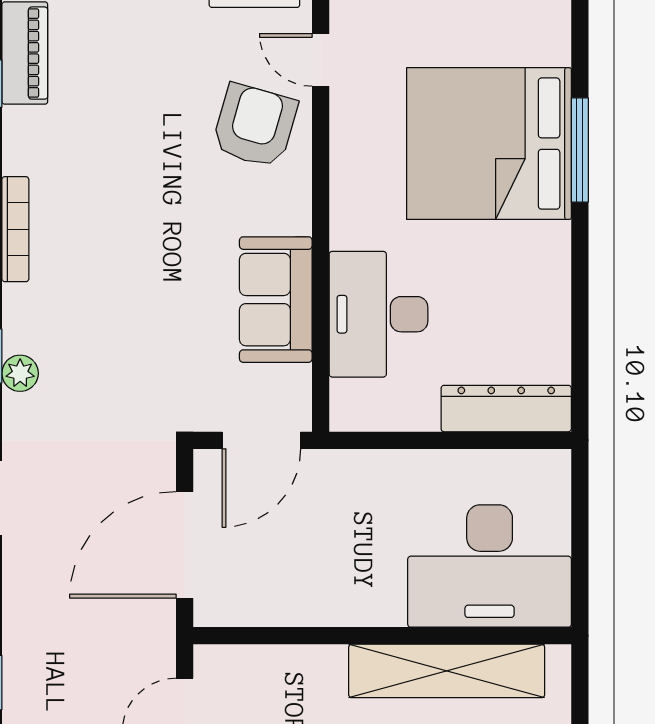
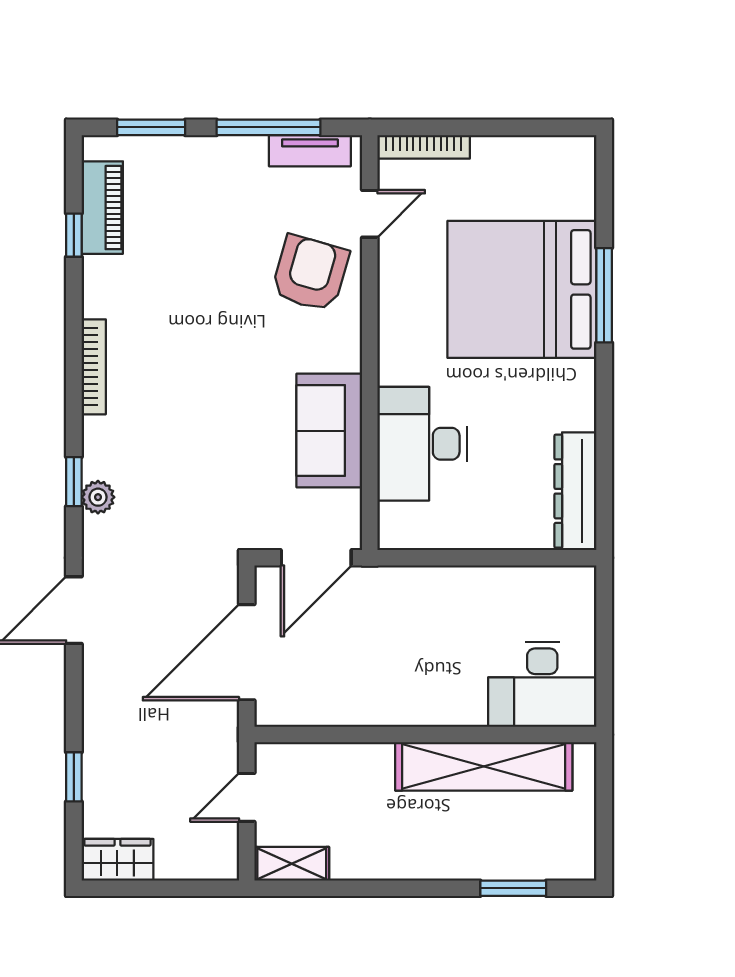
door: (321, 60) -> (370, 214), swing flipped
dresser: (506, 409) -> (575, 491), moved, turned -90
desk: (490, 566) -> (542, 684), width x0.73, depth x0.77

